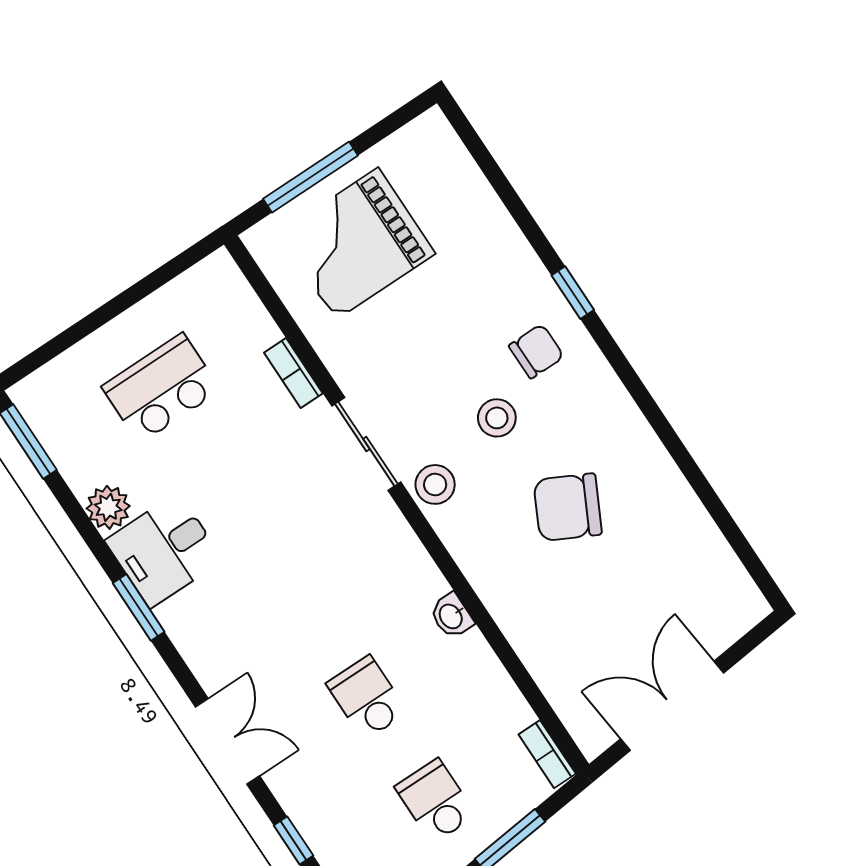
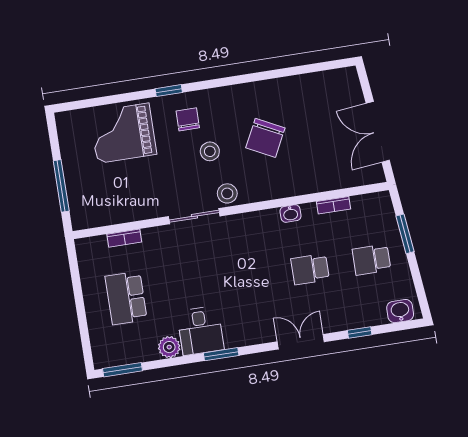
grand piano: (357, 244) -> (123, 133), moved, turned 90
bookcase: (293, 373) -> (124, 238), moved
bookcase: (547, 754) -> (333, 205), moved

